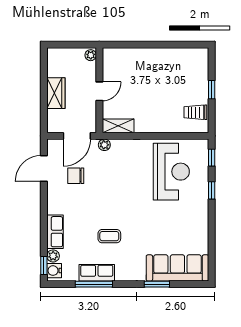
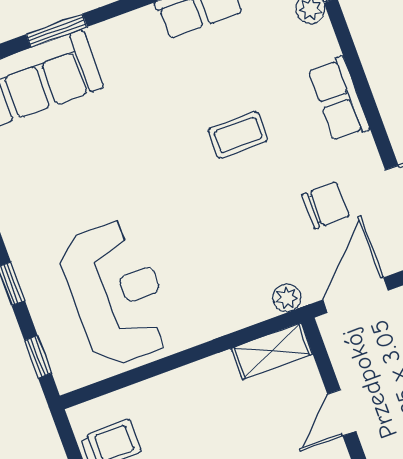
reception desk: (171, 172) -> (116, 293), turned 180
row of seats: (55, 232) -> (339, 99), moved
coffee table: (109, 236) -> (238, 135), moved

